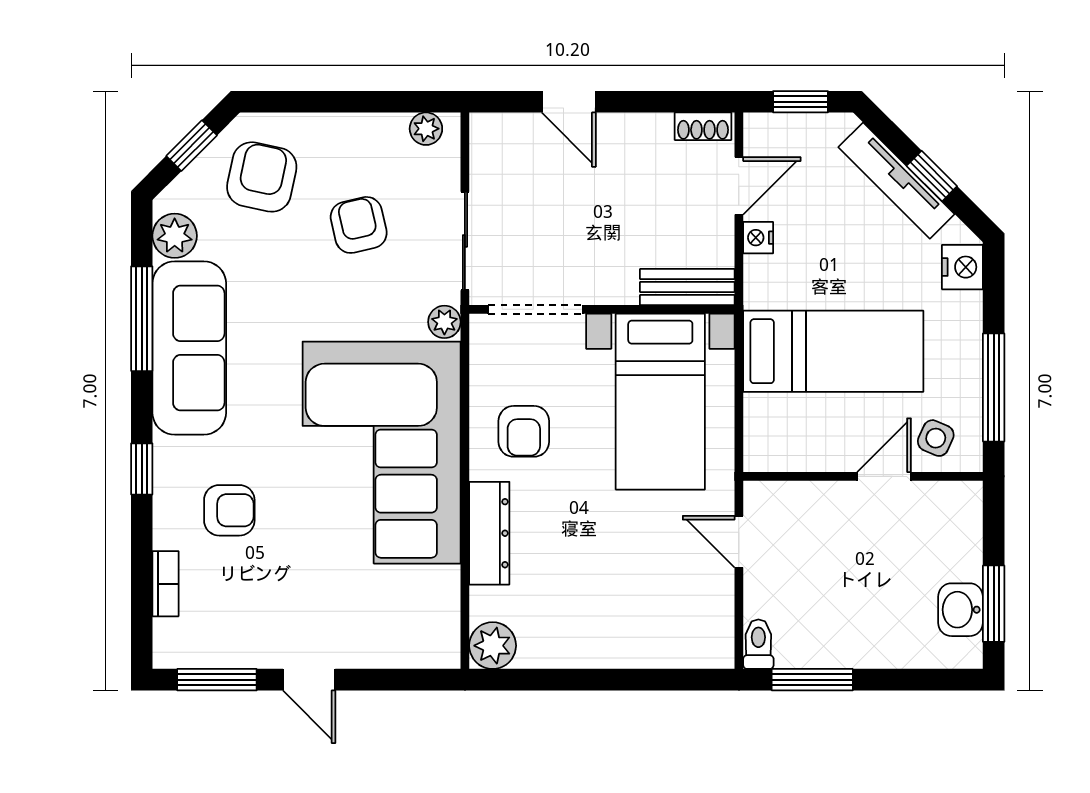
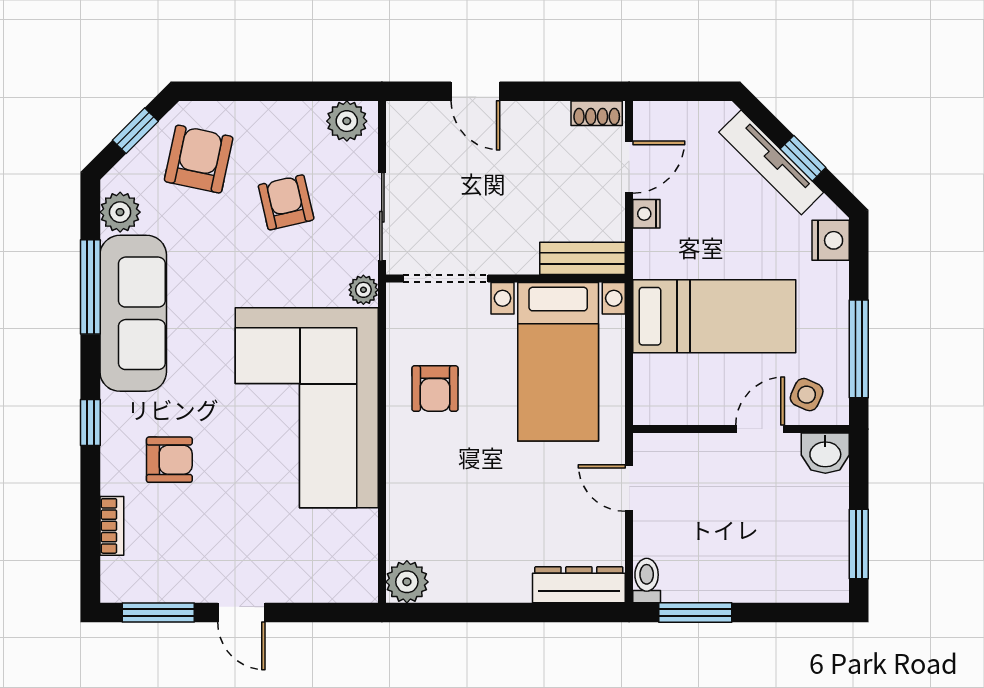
window: (801, 102) -> (685, 91), removed
plant: (426, 129) -> (347, 121), width x1.38, depth x1.38
dresser: (489, 533) -> (579, 585), moved, turned -90
washbasin: (961, 610) -> (825, 453), moved, turned -90

